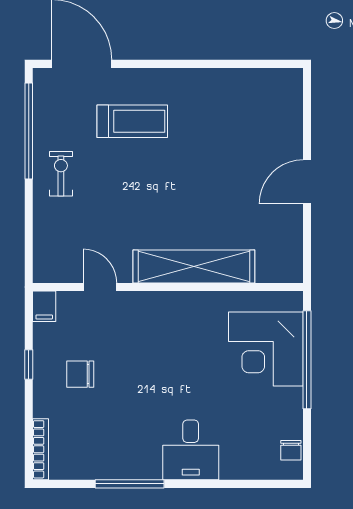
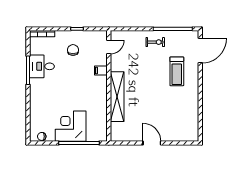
door: (100, 287) -> (109, 47), moved
filing cabinet: (44, 306) -> (101, 71), moved
corner desk: (266, 349) -> (71, 126), moved
desk: (191, 450) -> (42, 66), moved

